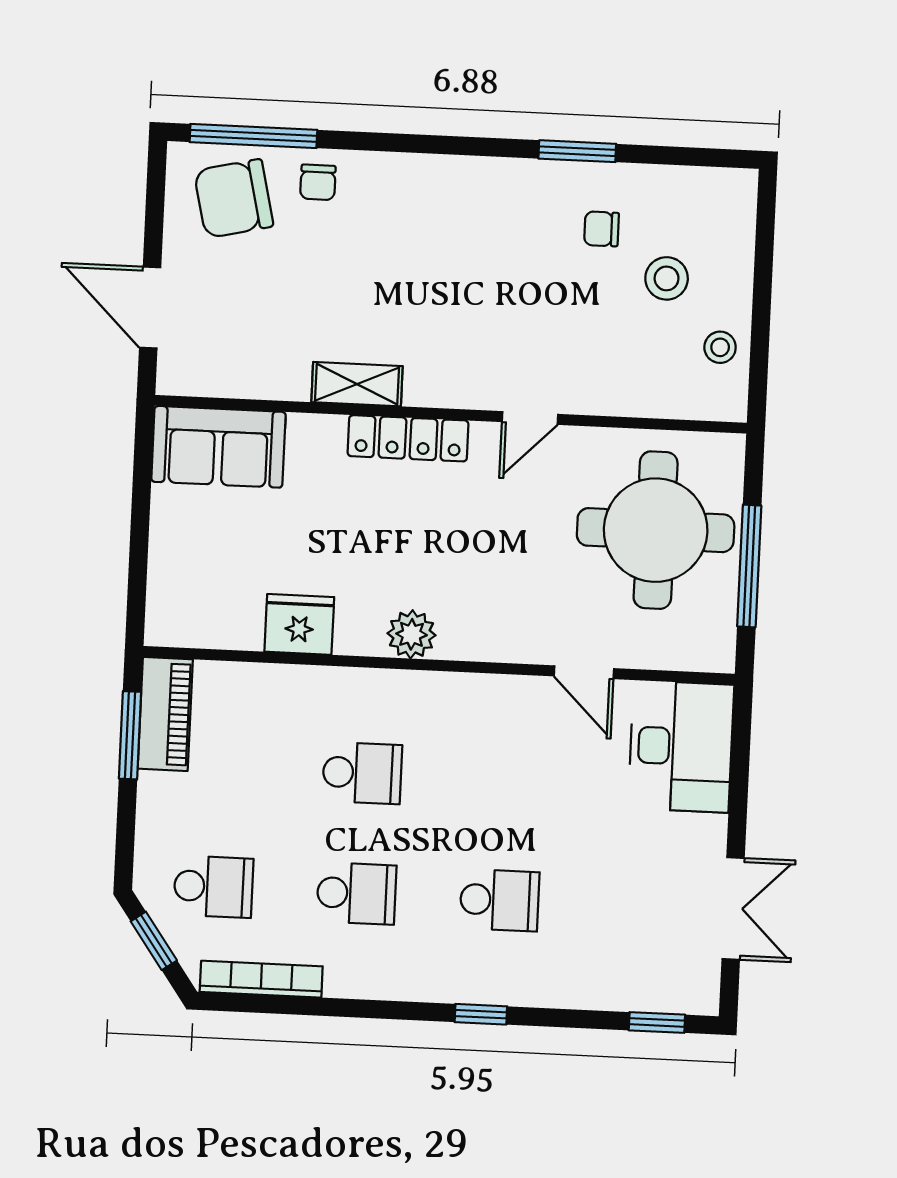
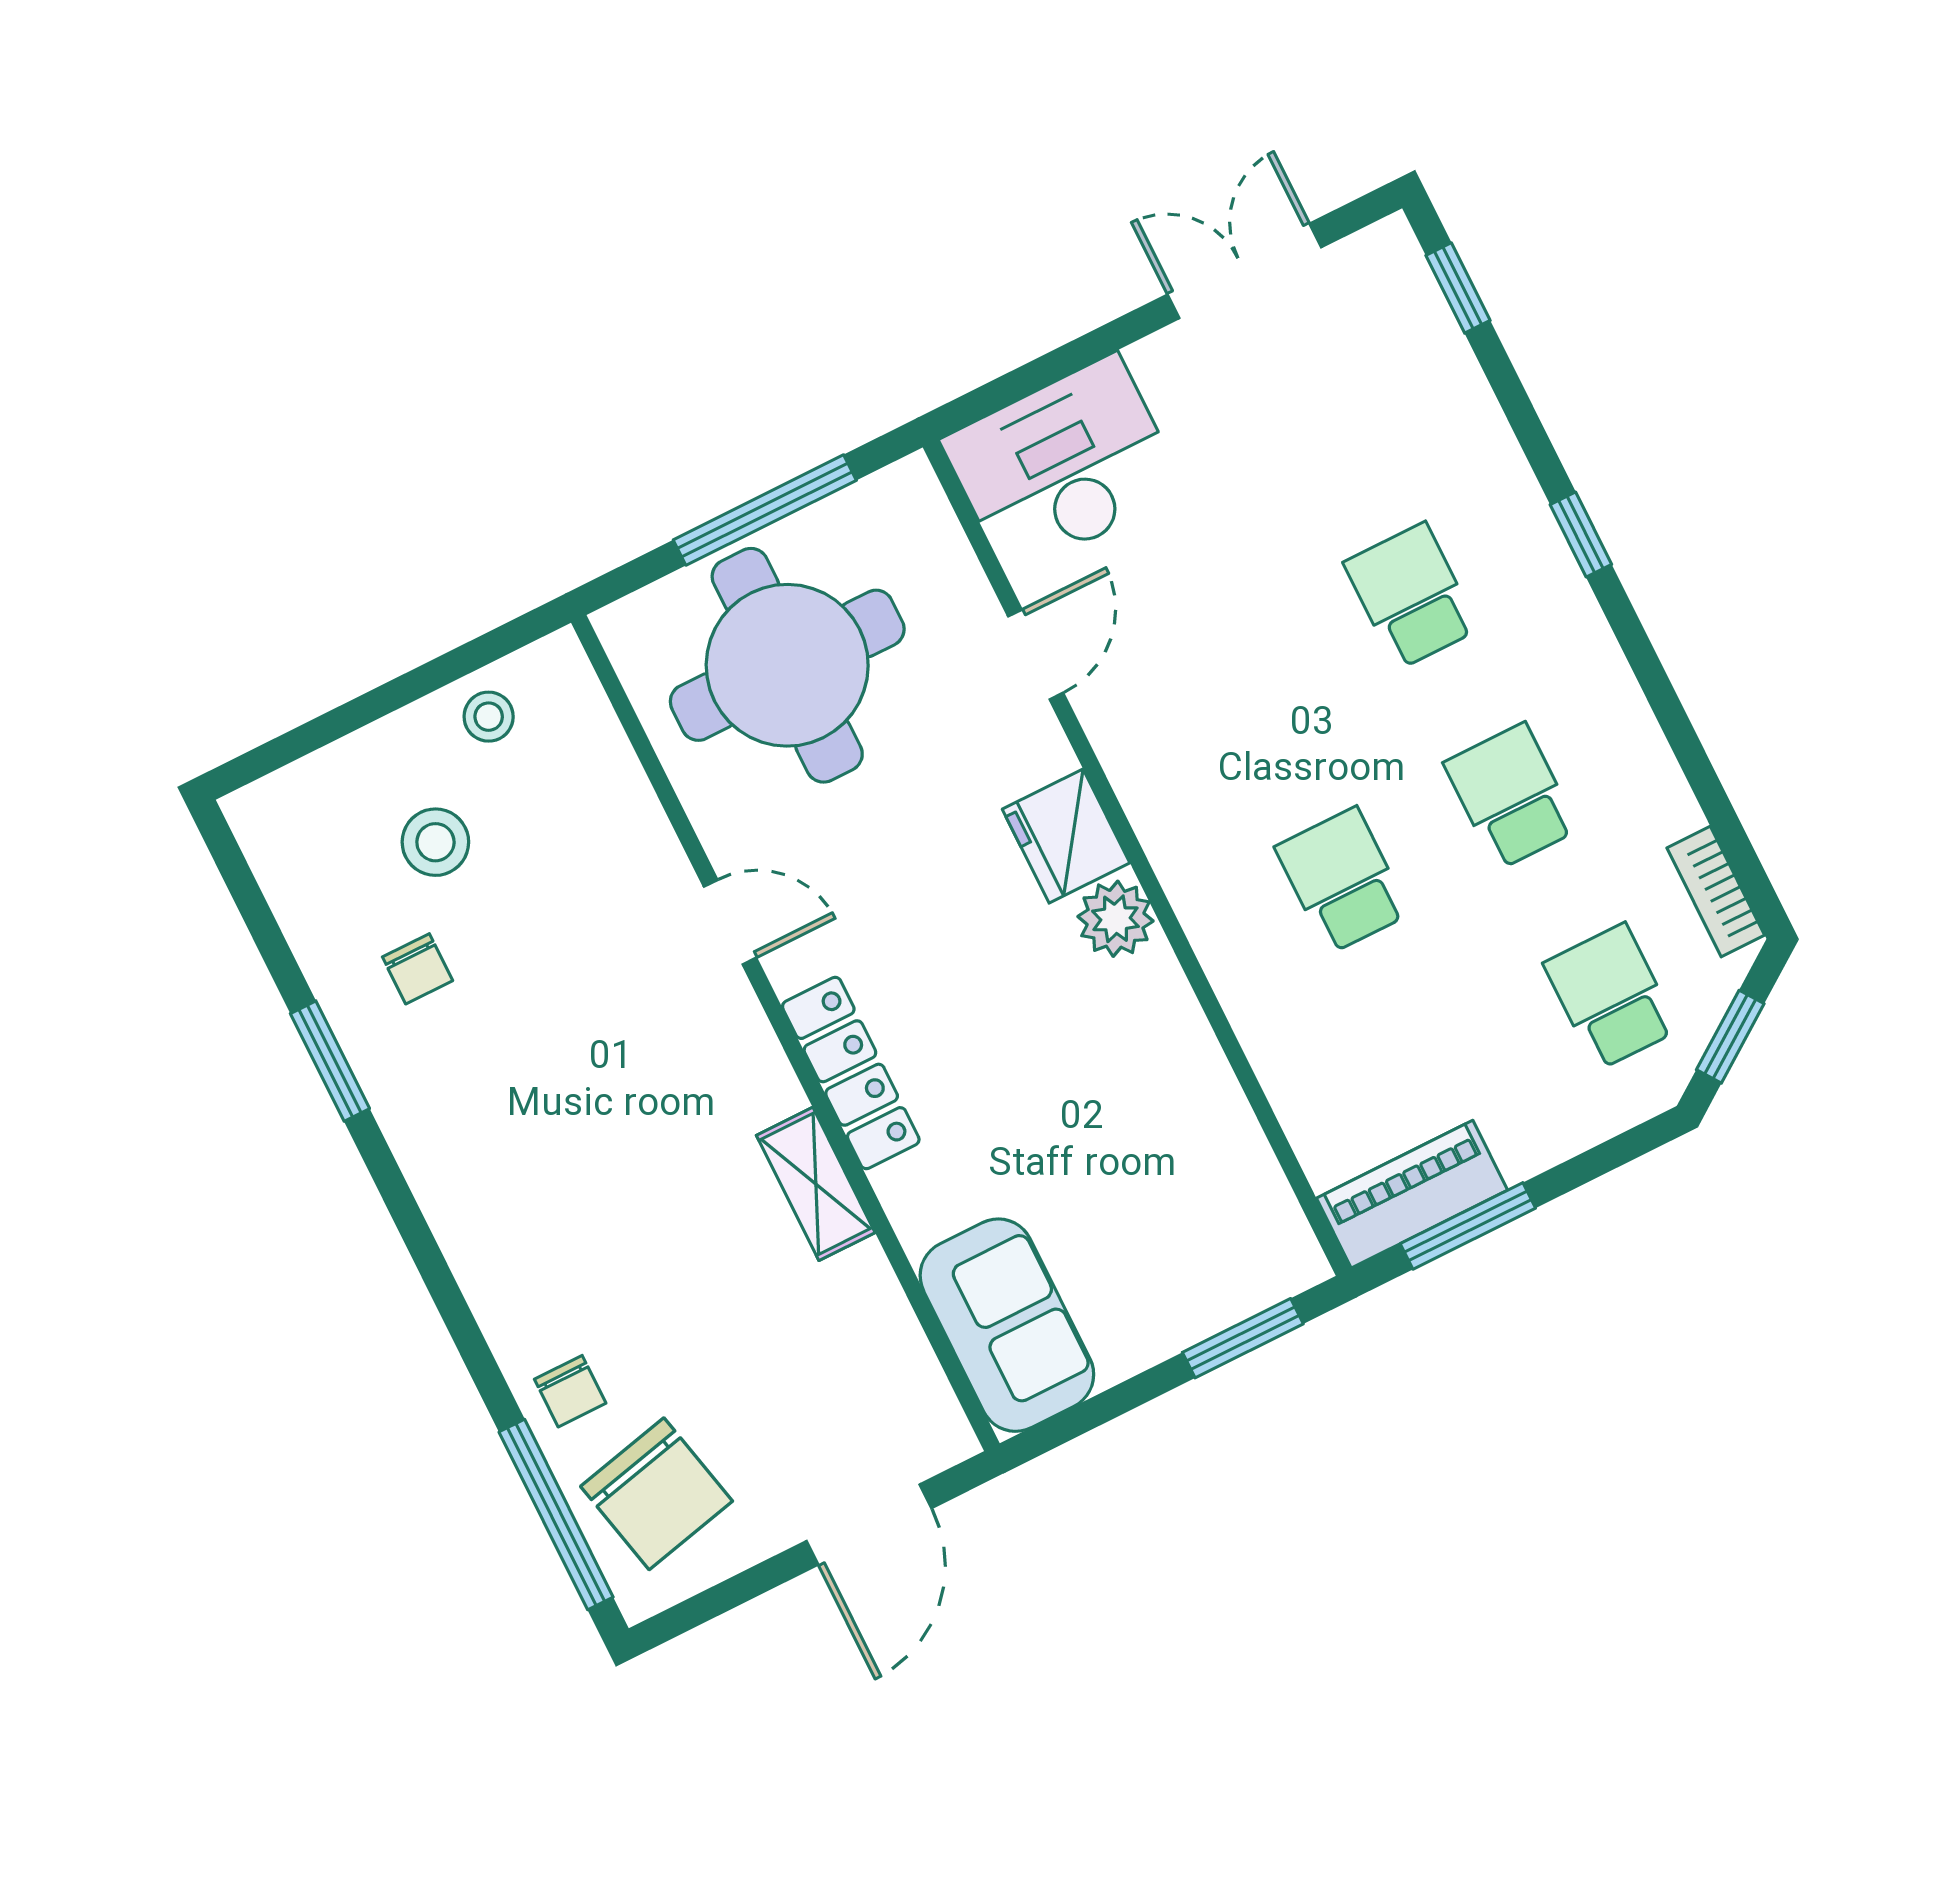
chair: (318, 182) -> (570, 1391), turned 90
window: (138, 575) -> (1243, 1338), added
fridge: (299, 624) -> (1066, 836), moved
bookcase: (261, 979) -> (1716, 892), width x0.64

